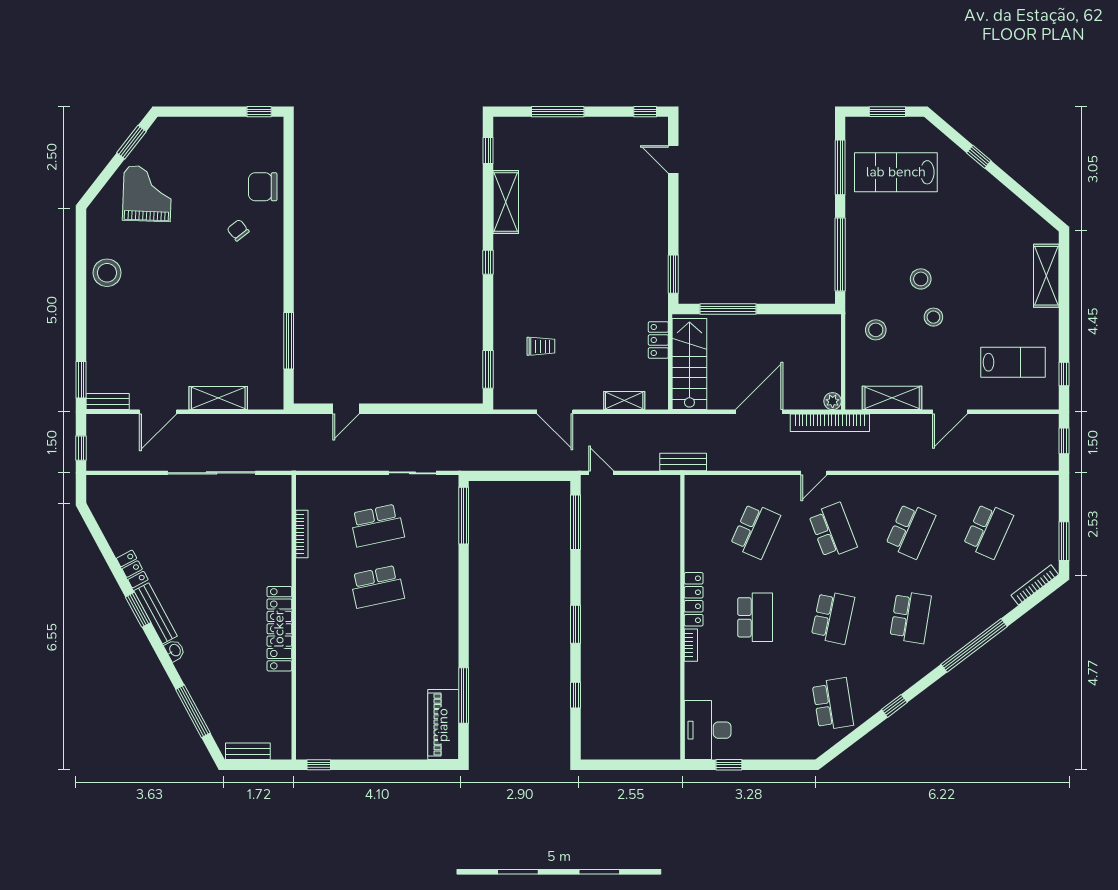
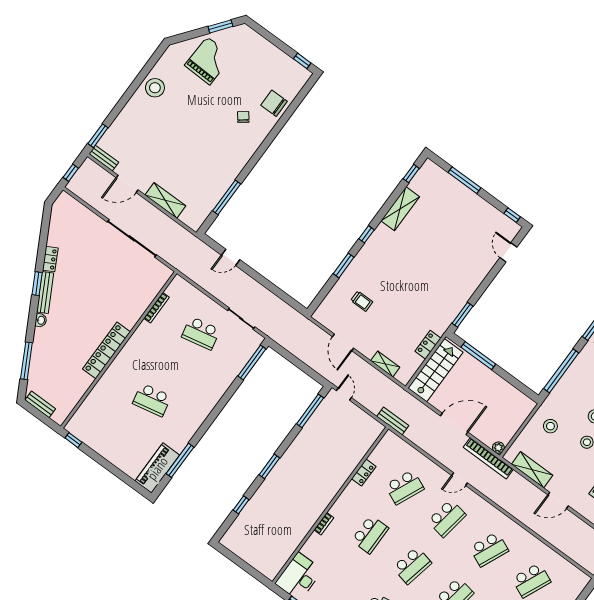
window: (488, 369) -> (344, 265), moved
school desk: (833, 531) -> (447, 518), turned 30
school desk: (377, 587) -> (152, 400), moved
locker: (694, 599) -> (364, 473), moved, width x0.66

